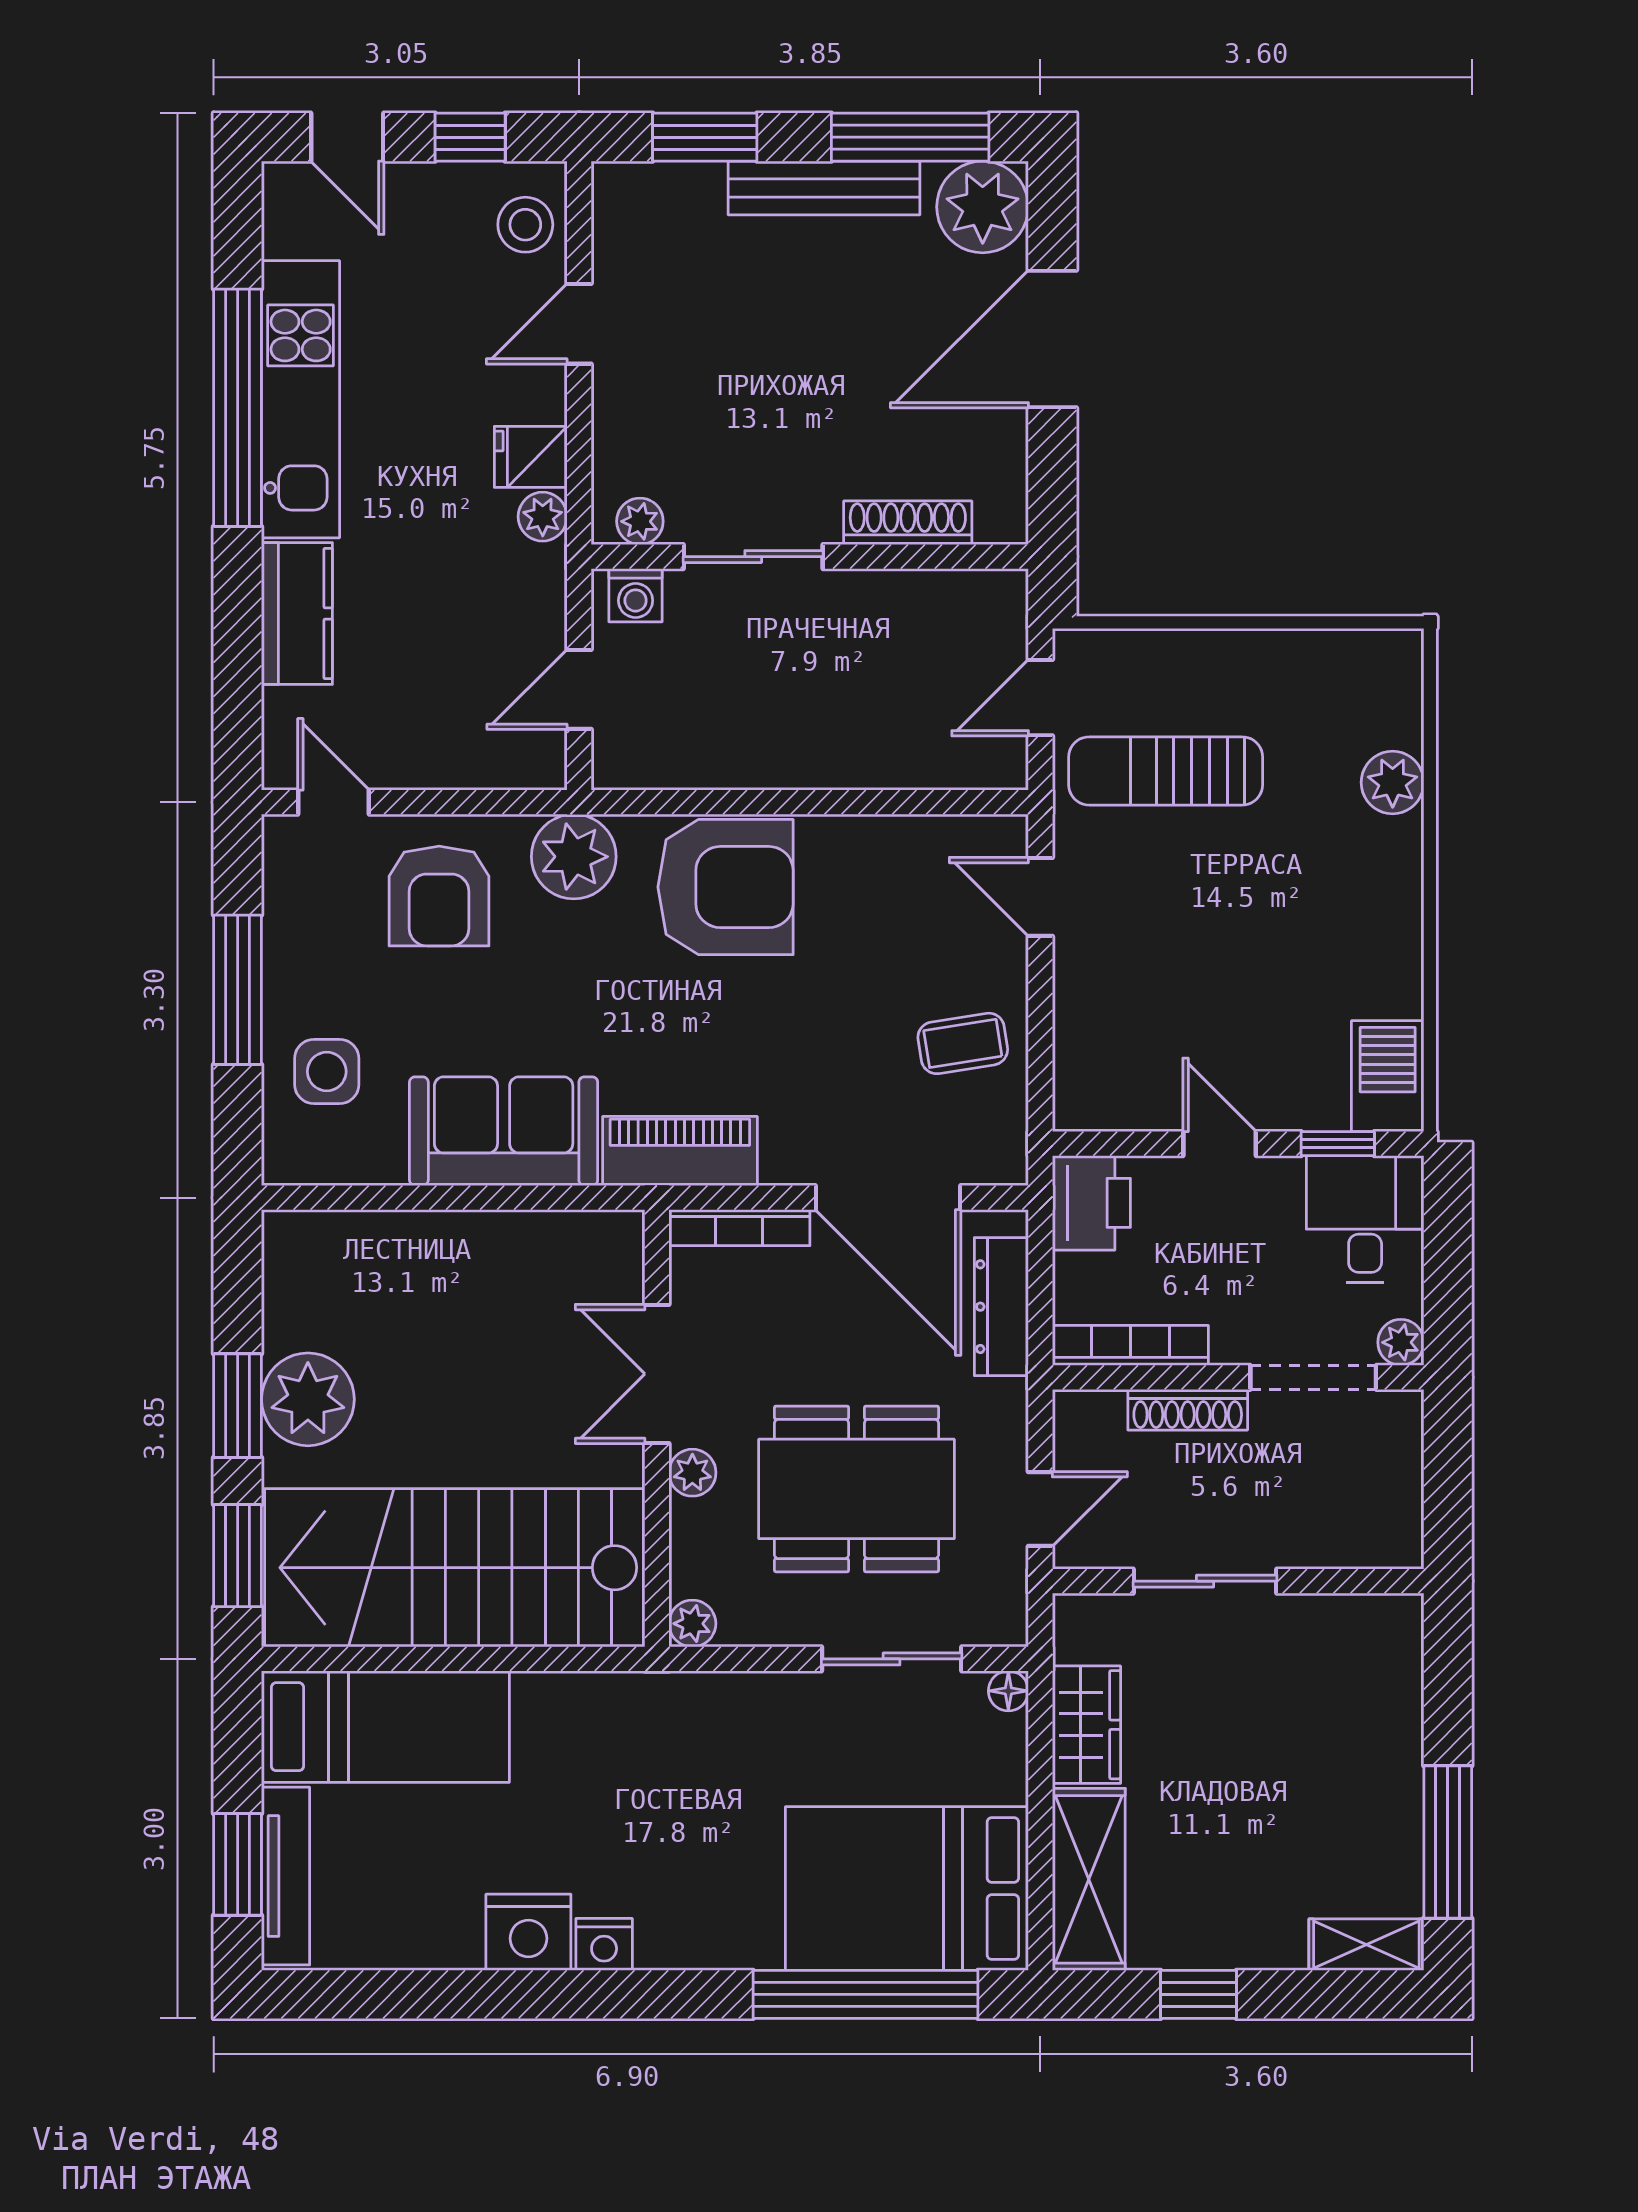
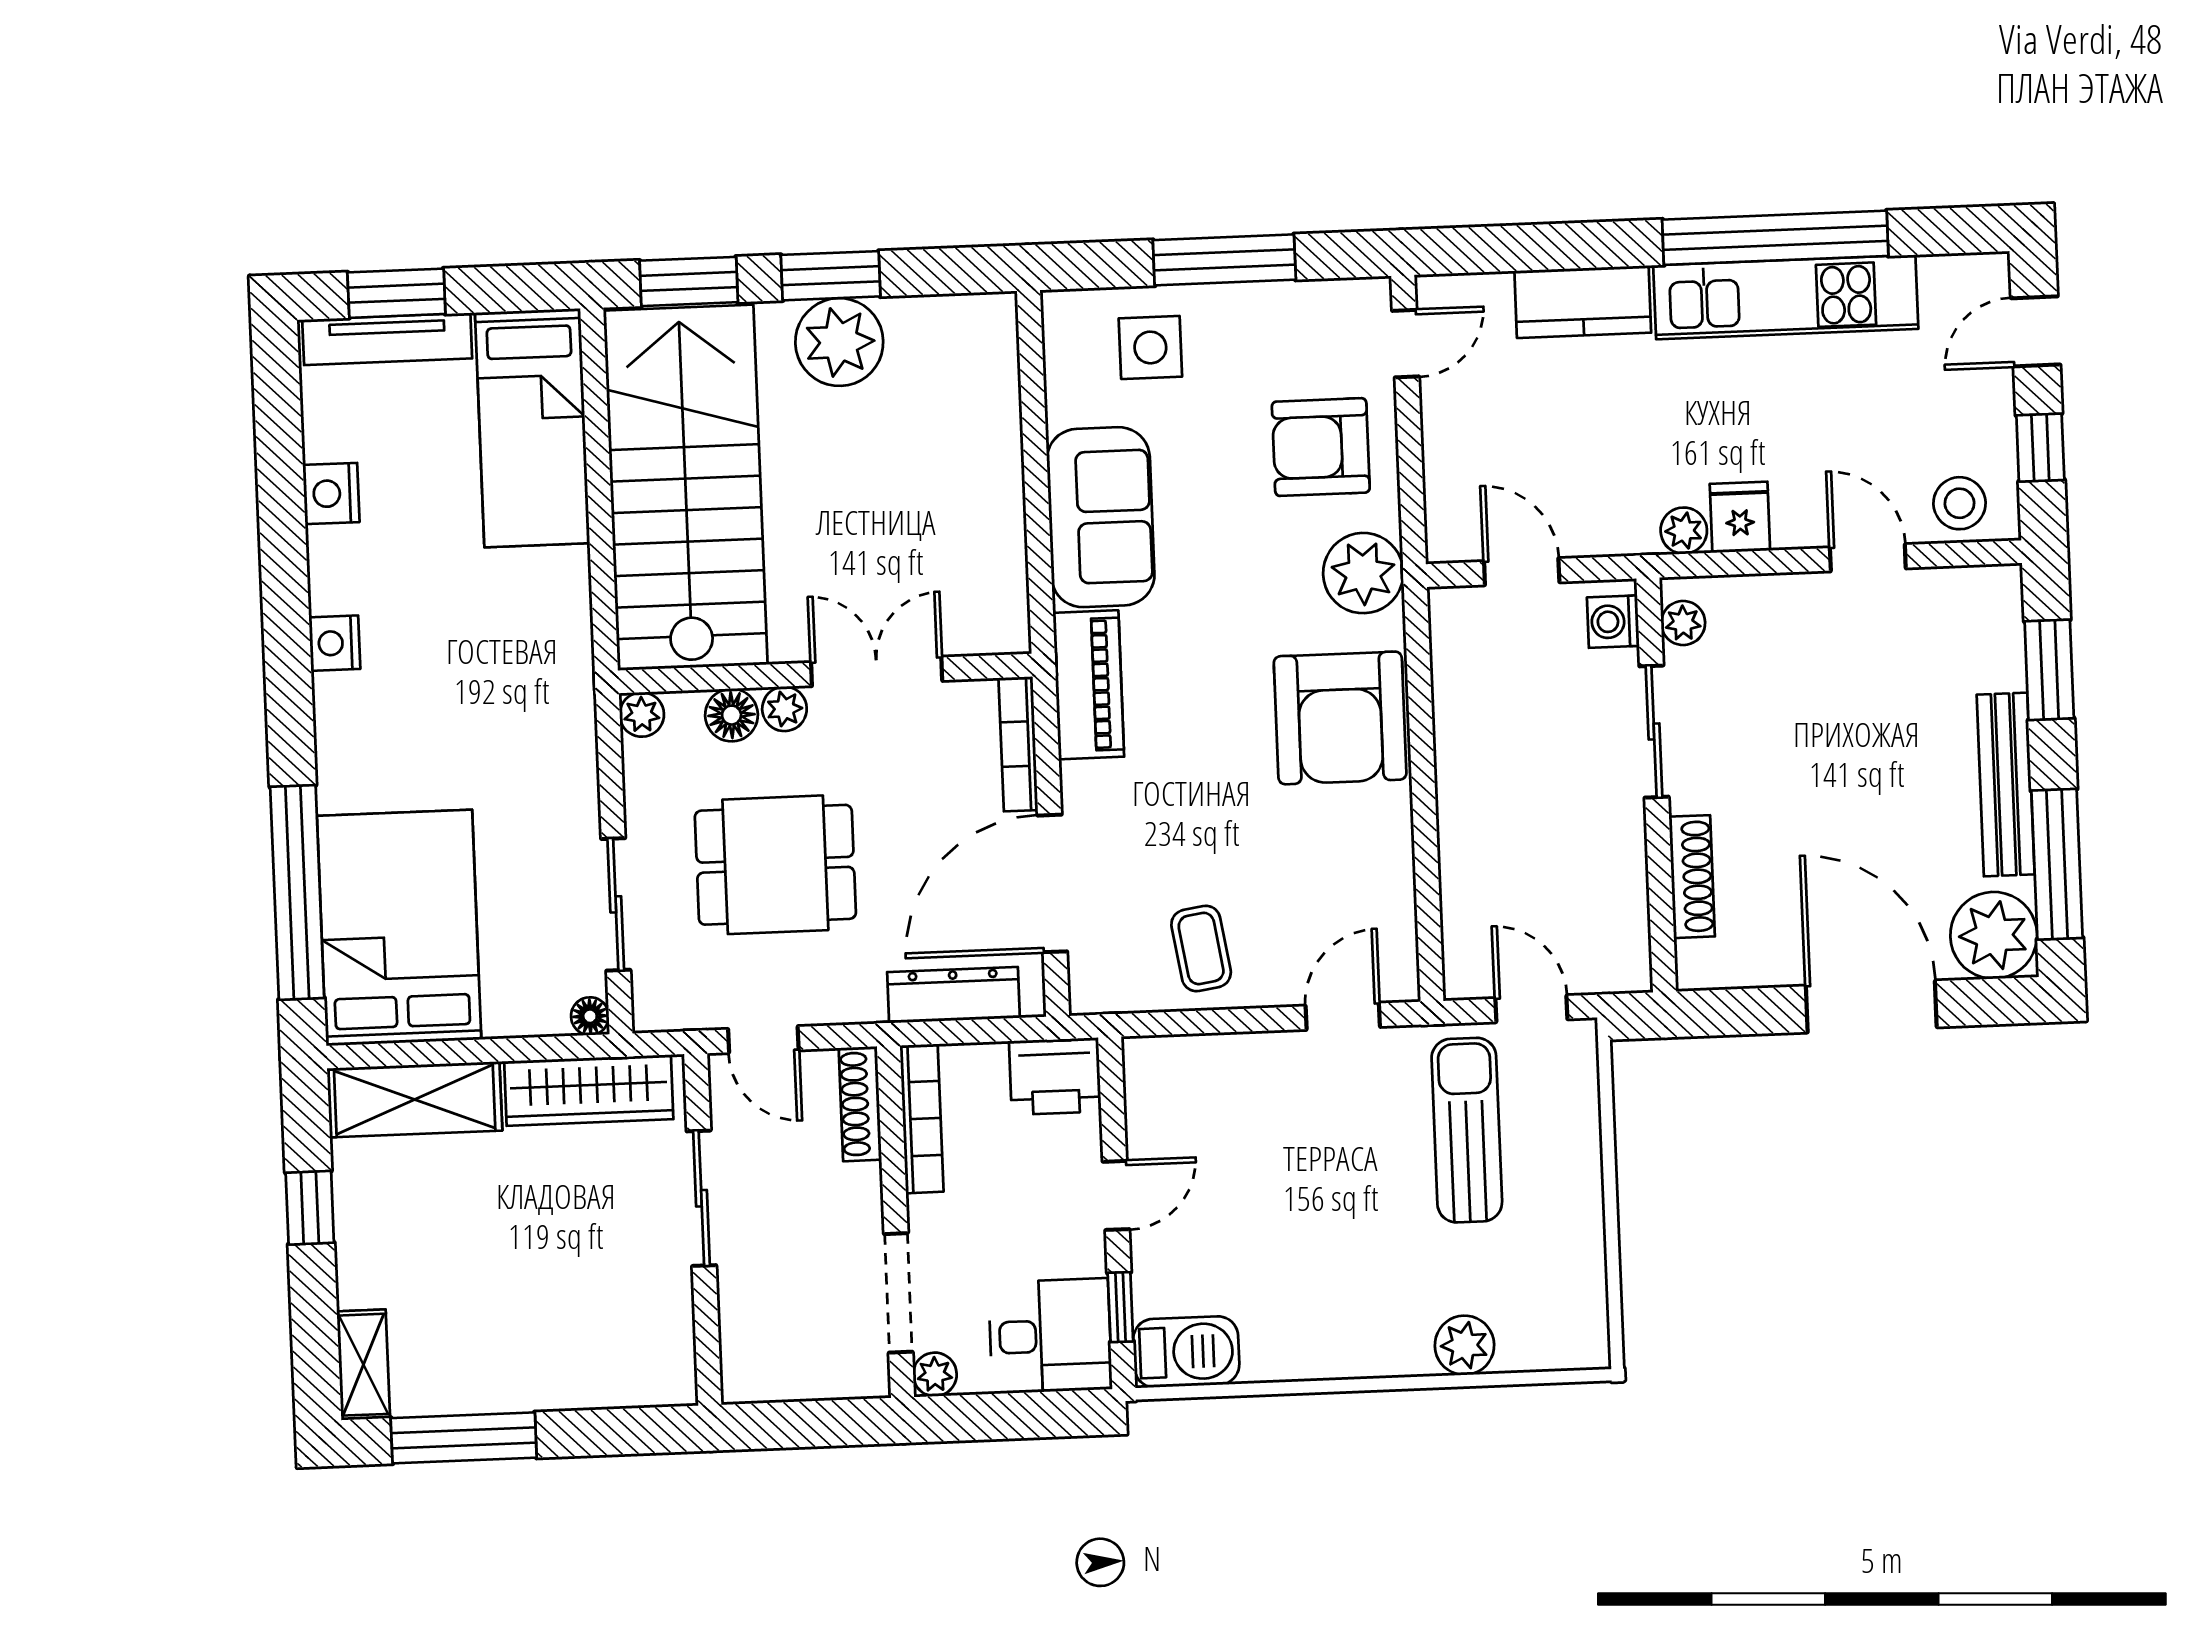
shoe rack: (1188, 1410) -> (860, 1104), moved
dining table: (857, 1489) -> (775, 865), width x0.73
floor lamp: (697, 1529) -> (732, 715), added
wardrobe: (1086, 1725) -> (589, 1090), width x1.50
nightstand: (528, 1932) -> (331, 493), moved, width x0.74, depth x0.75

